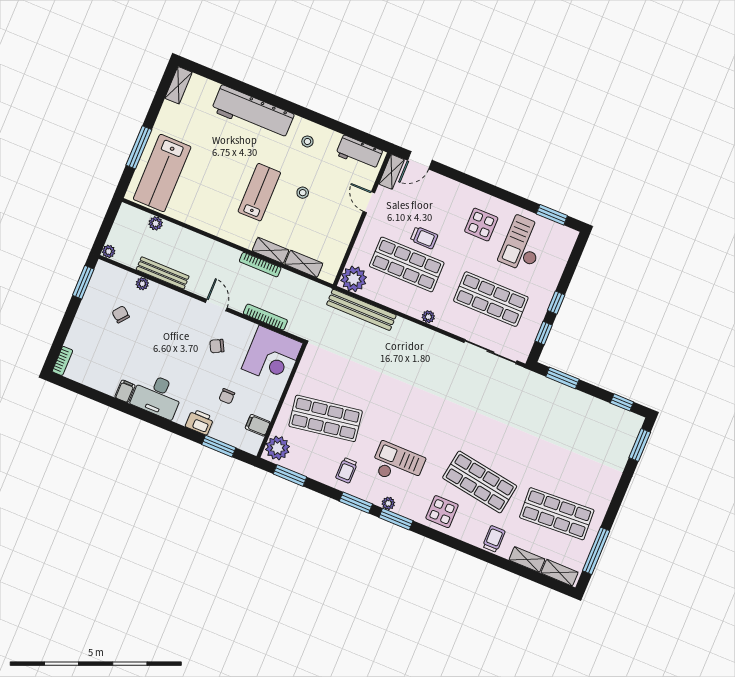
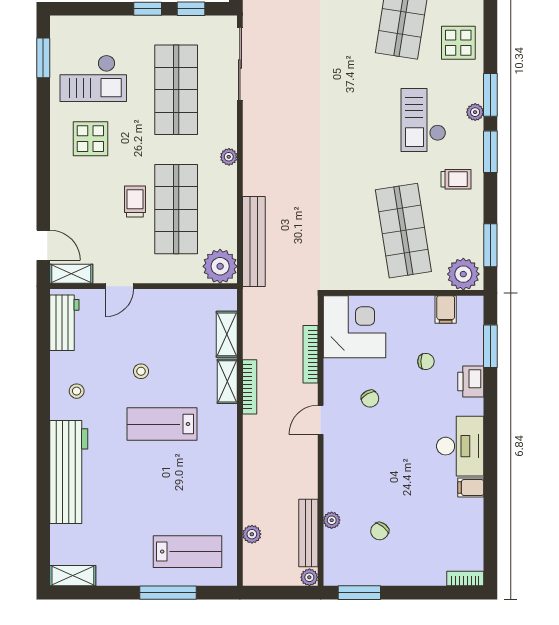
lab bench: (162, 173) -> (187, 552), width x0.73, depth x0.72
bench: (163, 273) -> (308, 533), moved

